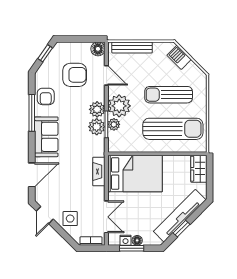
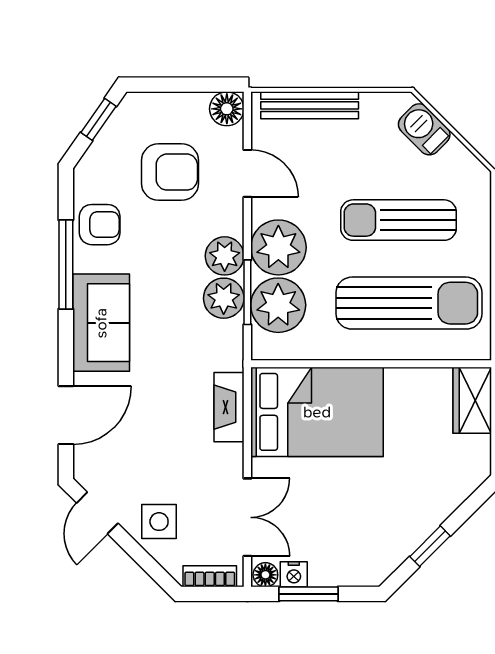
armchair: (46, 96) -> (100, 225), turned -90
plant: (114, 124) -> (278, 305), width x1.87, depth x1.87
tv unit: (180, 216) -> (426, 514), removed
floor lamp: (137, 240) -> (265, 575), moved

